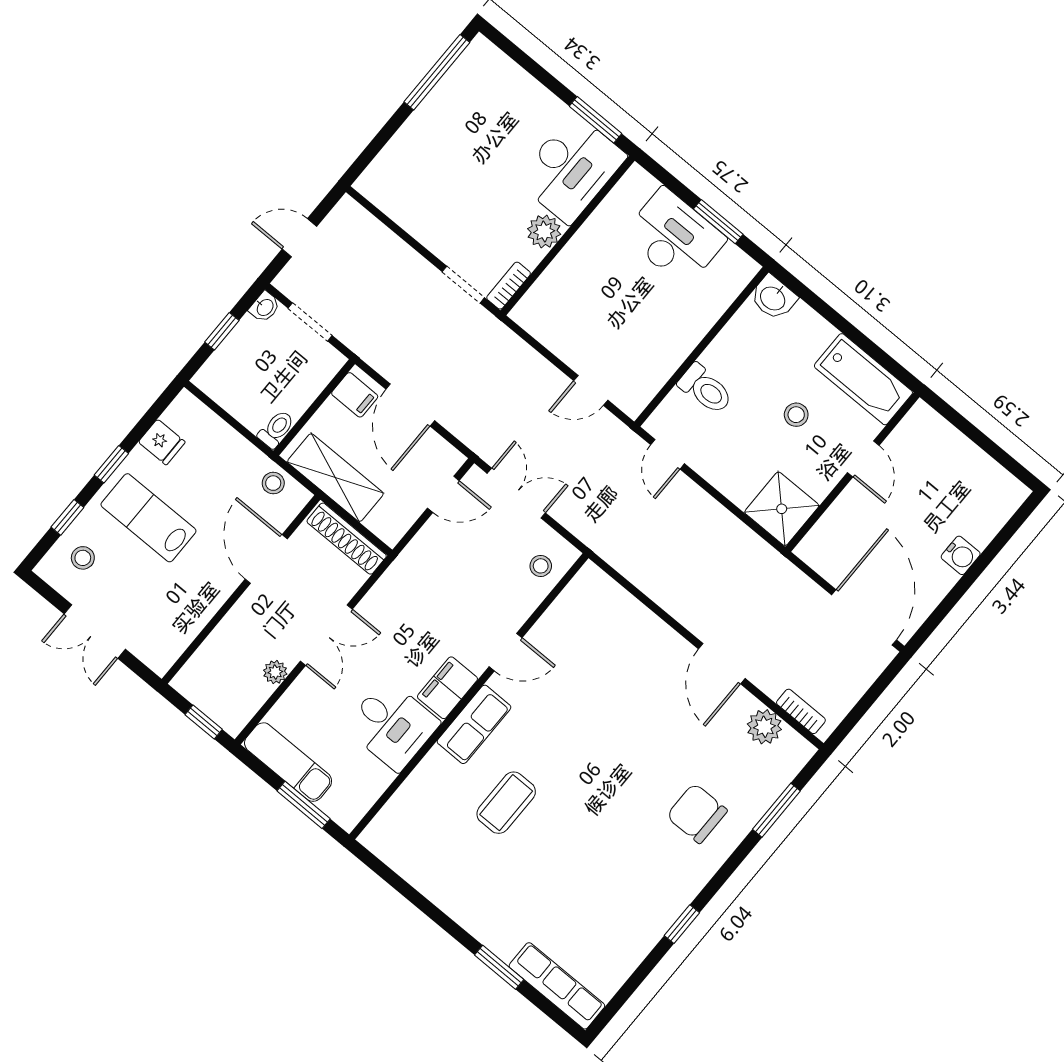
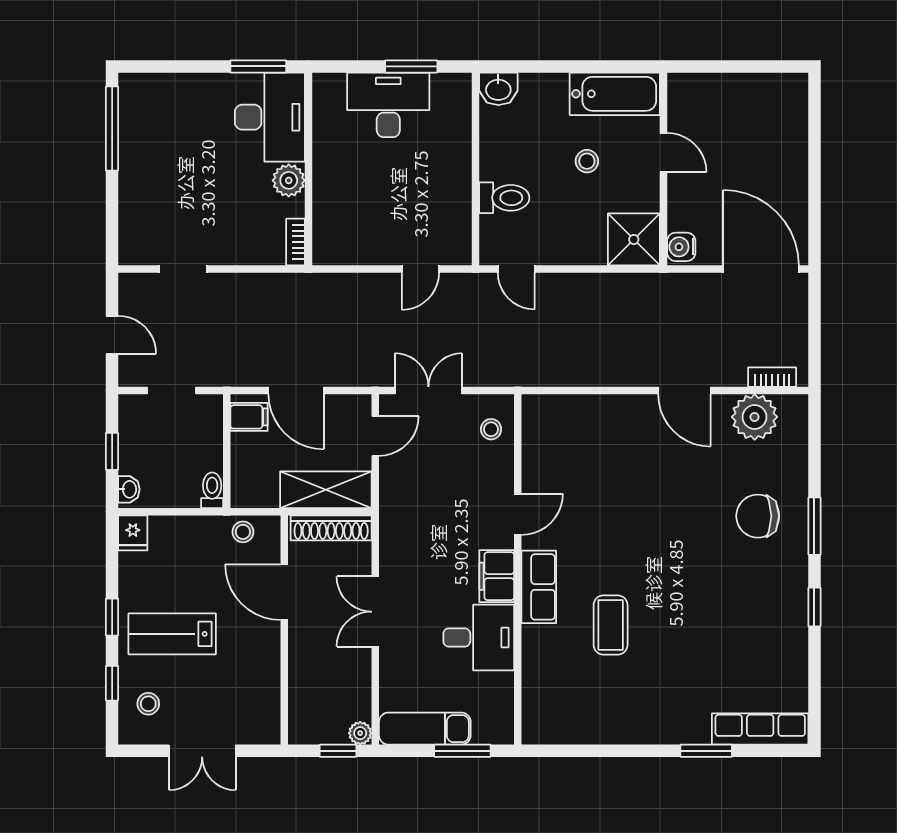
door: (299, 238) -> (112, 335), swing flipped
doorway: (463, 285) -> (183, 269), moved
washbasin: (265, 307) -> (129, 489), moved
fridge: (162, 442) -> (133, 533), moved, turned 90
shelving: (335, 478) -> (326, 490), moved
water cooler: (961, 555) -> (681, 247), moved, turned 180
double door: (326, 635) -> (375, 612), swing flipped
plant: (275, 672) -> (360, 733), moved
plant: (764, 727) -> (755, 417), width x1.36, depth x1.36
window: (776, 810) -> (814, 526), moved

